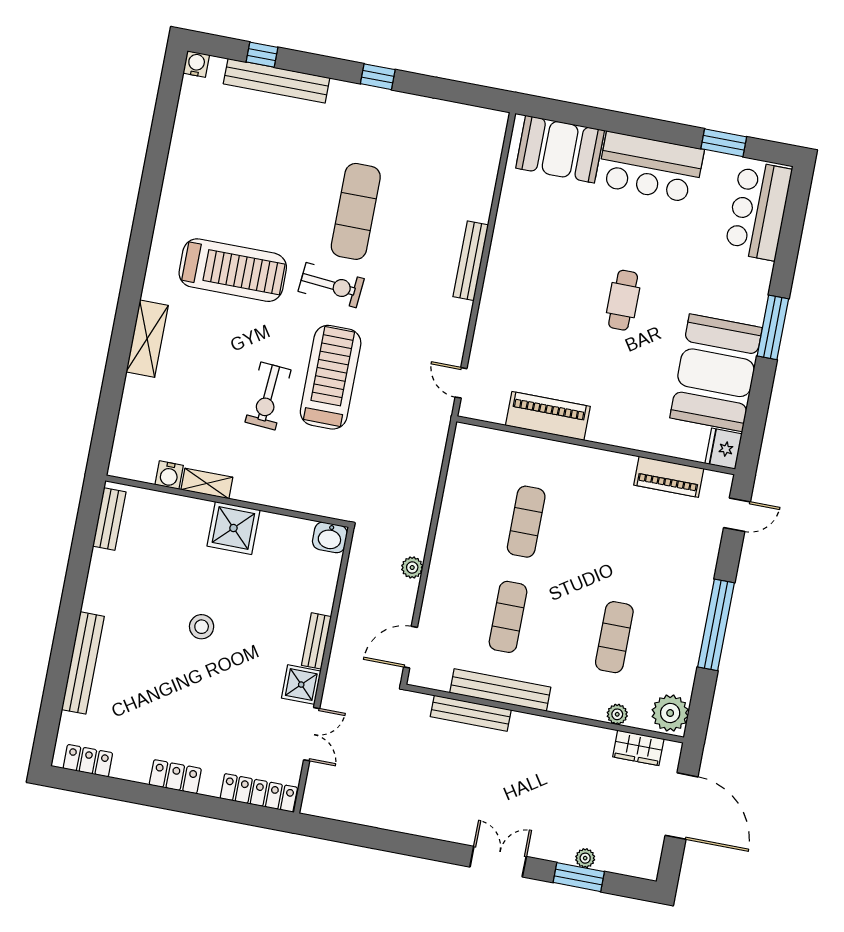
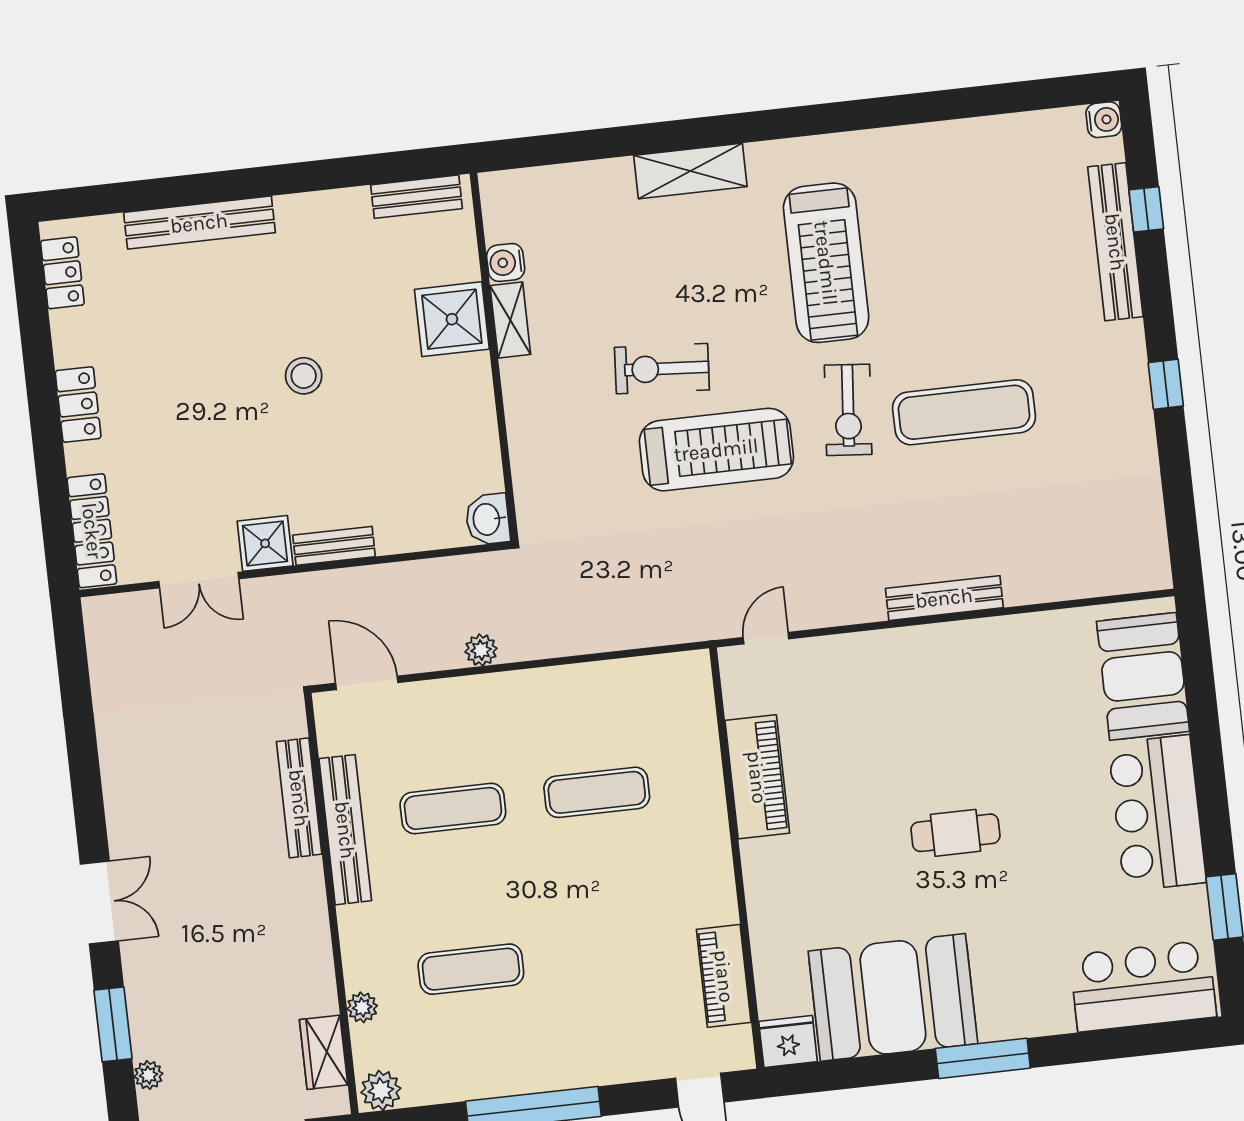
shower: (233, 528) -> (452, 319), moved
plant: (670, 713) -> (381, 1090), width x0.73, depth x0.73
plant: (585, 858) -> (148, 1075), moved

